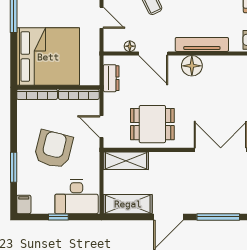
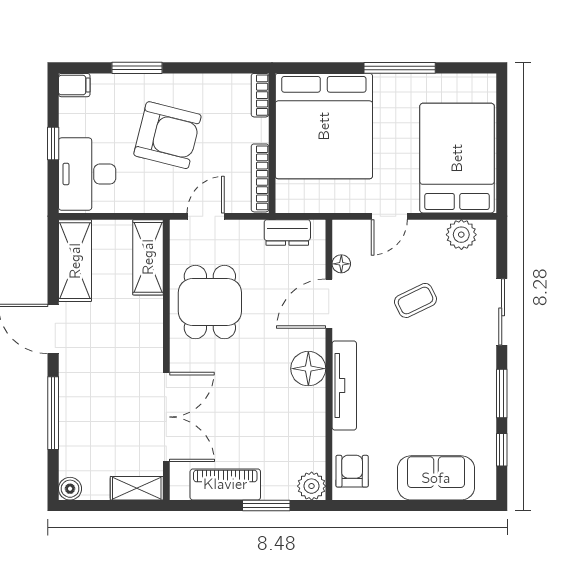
bookcase: (37, 94) -> (260, 95), width x0.64

